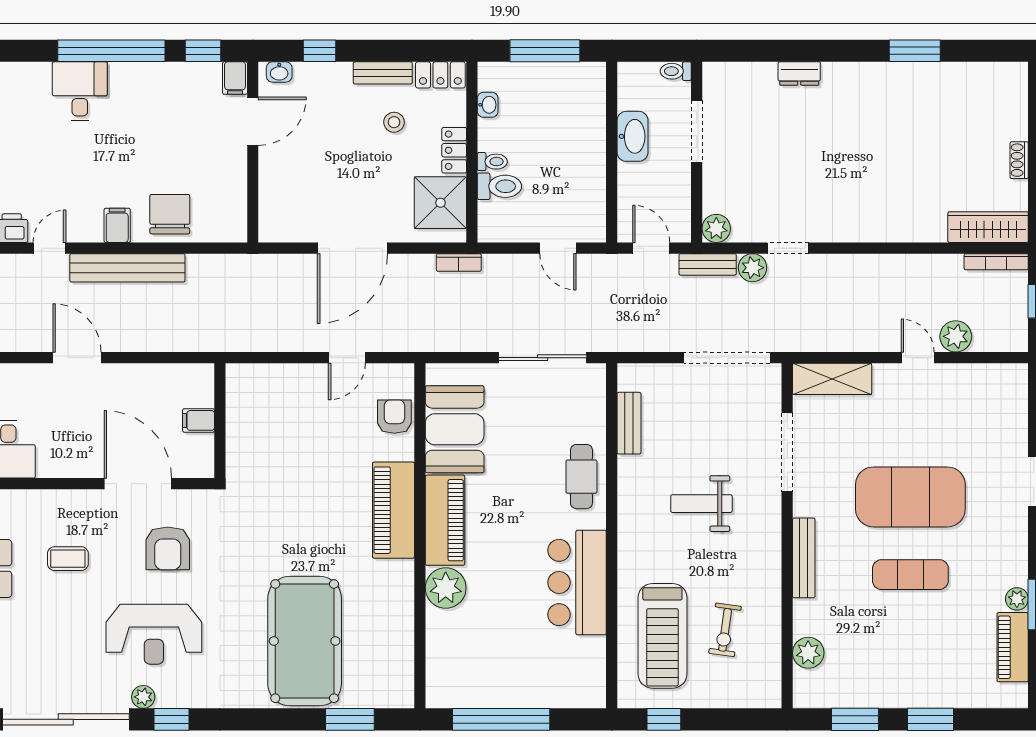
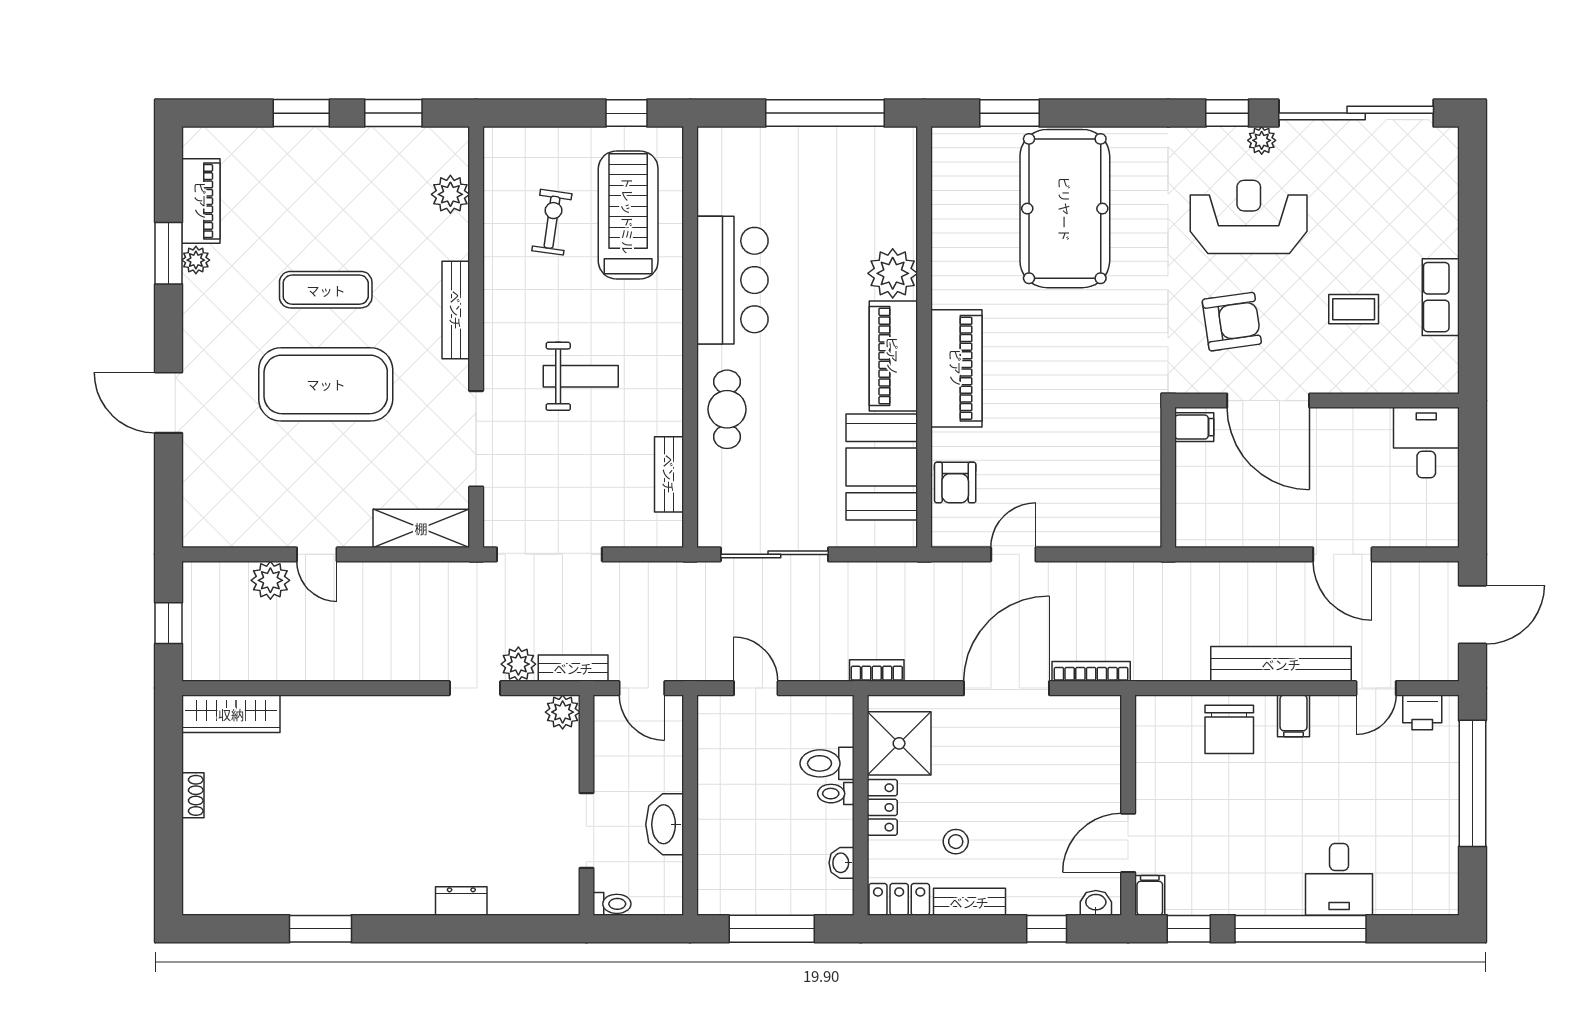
bookcase: (996, 262) -> (1091, 671), moved
filing cabinet: (199, 420) -> (1194, 427), moved
armchair: (168, 548) -> (1232, 322), turned 82

